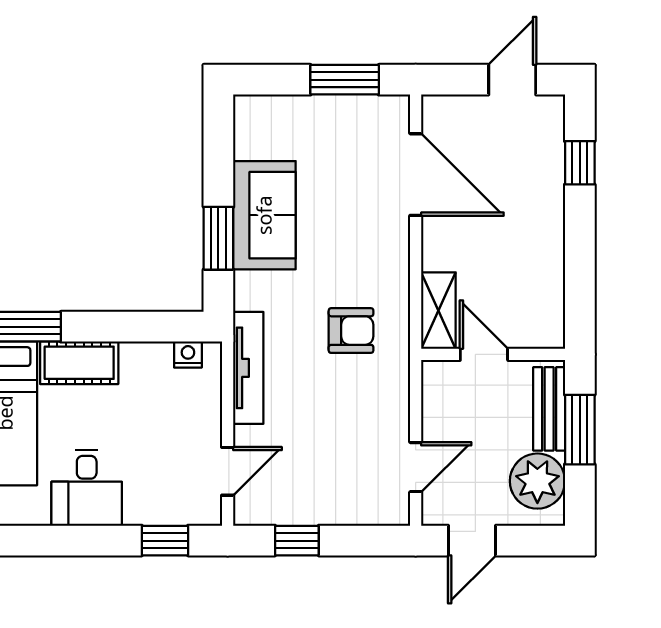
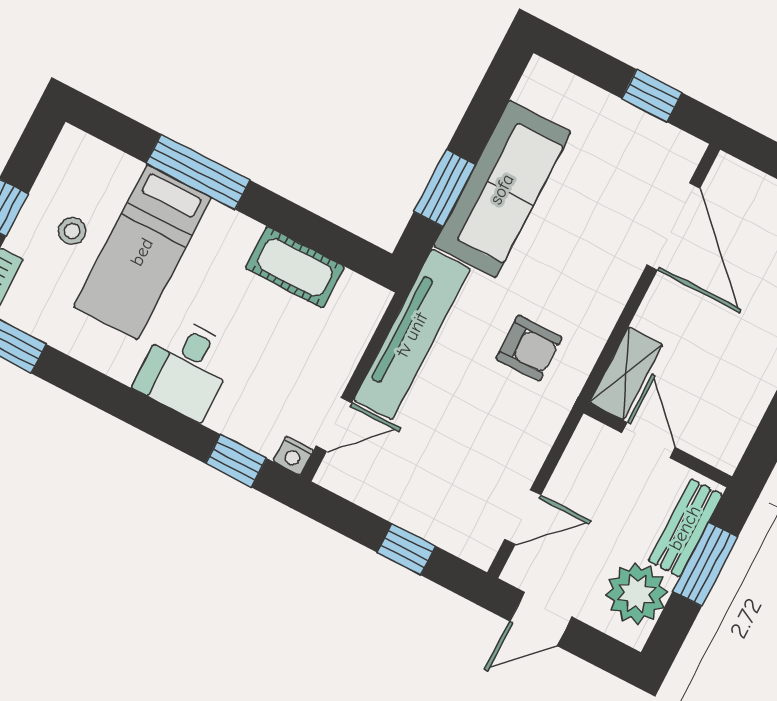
window: (345, 80) -> (652, 96), width x0.67
sofa: (264, 215) -> (502, 189), width x1.36
nightstand: (188, 355) -> (293, 456), moved, turned 180
cot: (79, 363) -> (295, 267), moved
tv unit: (248, 368) -> (412, 335), width x1.36, depth x1.29
window: (297, 541) -> (407, 549), moved

